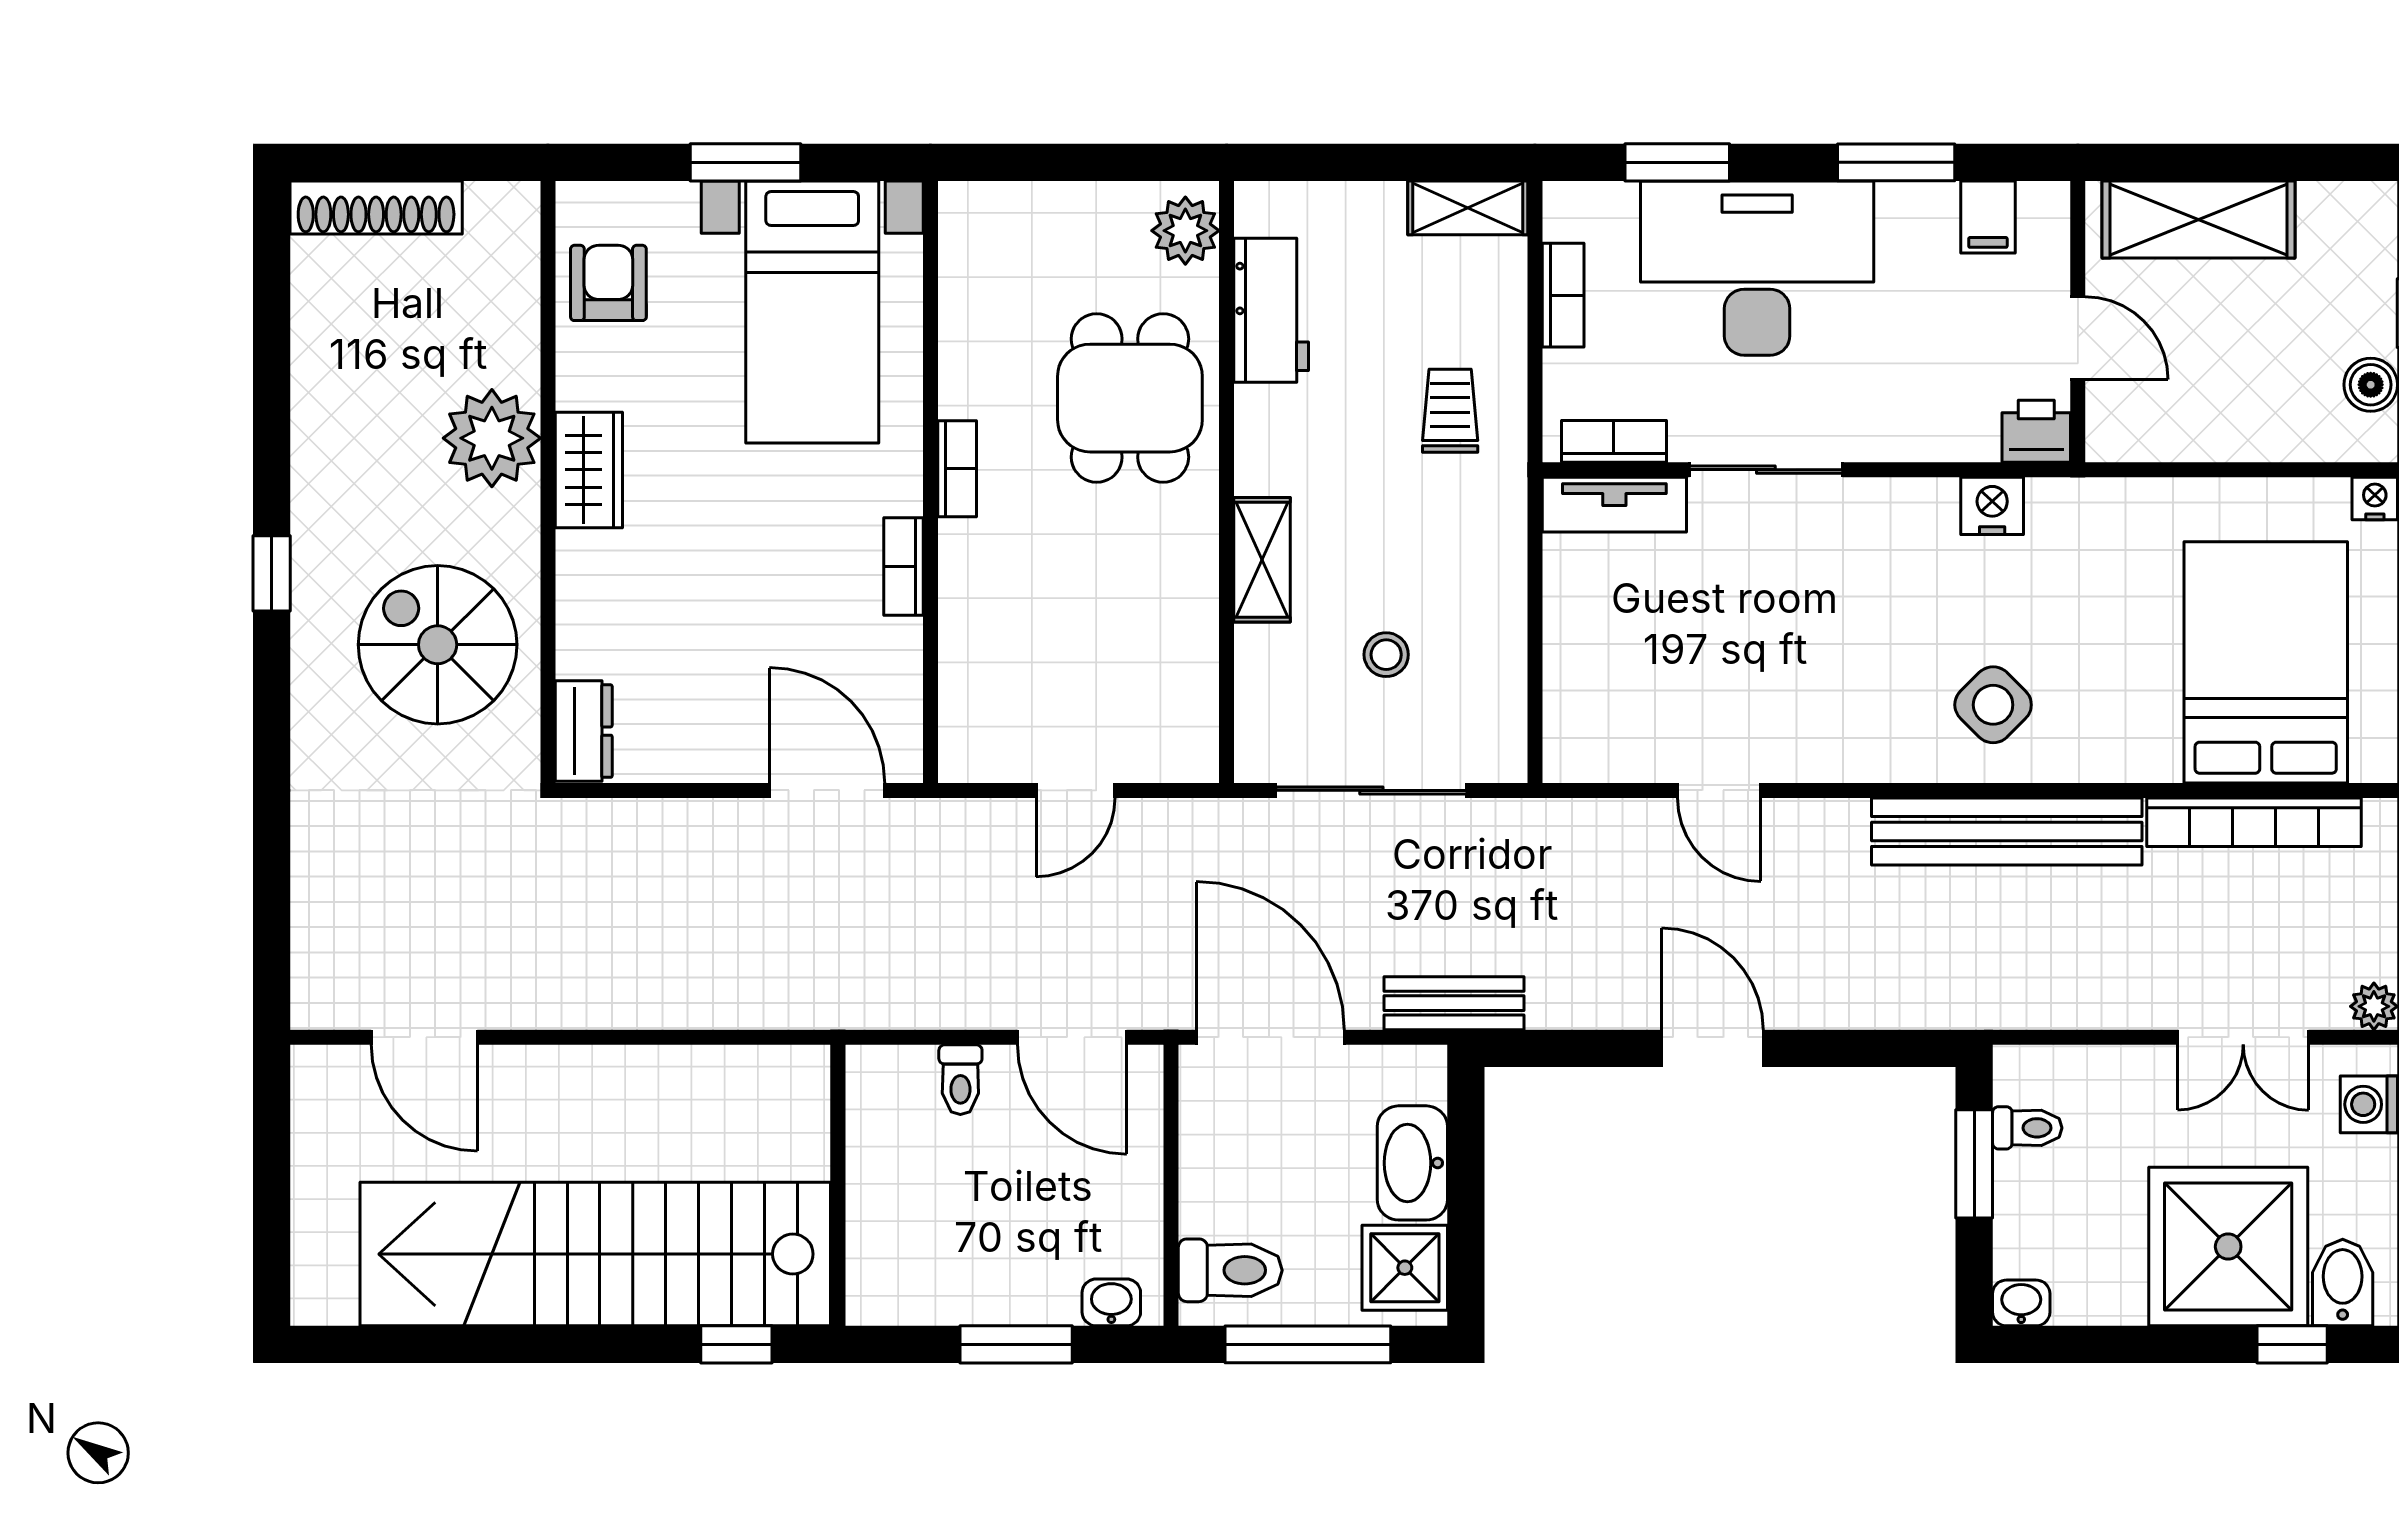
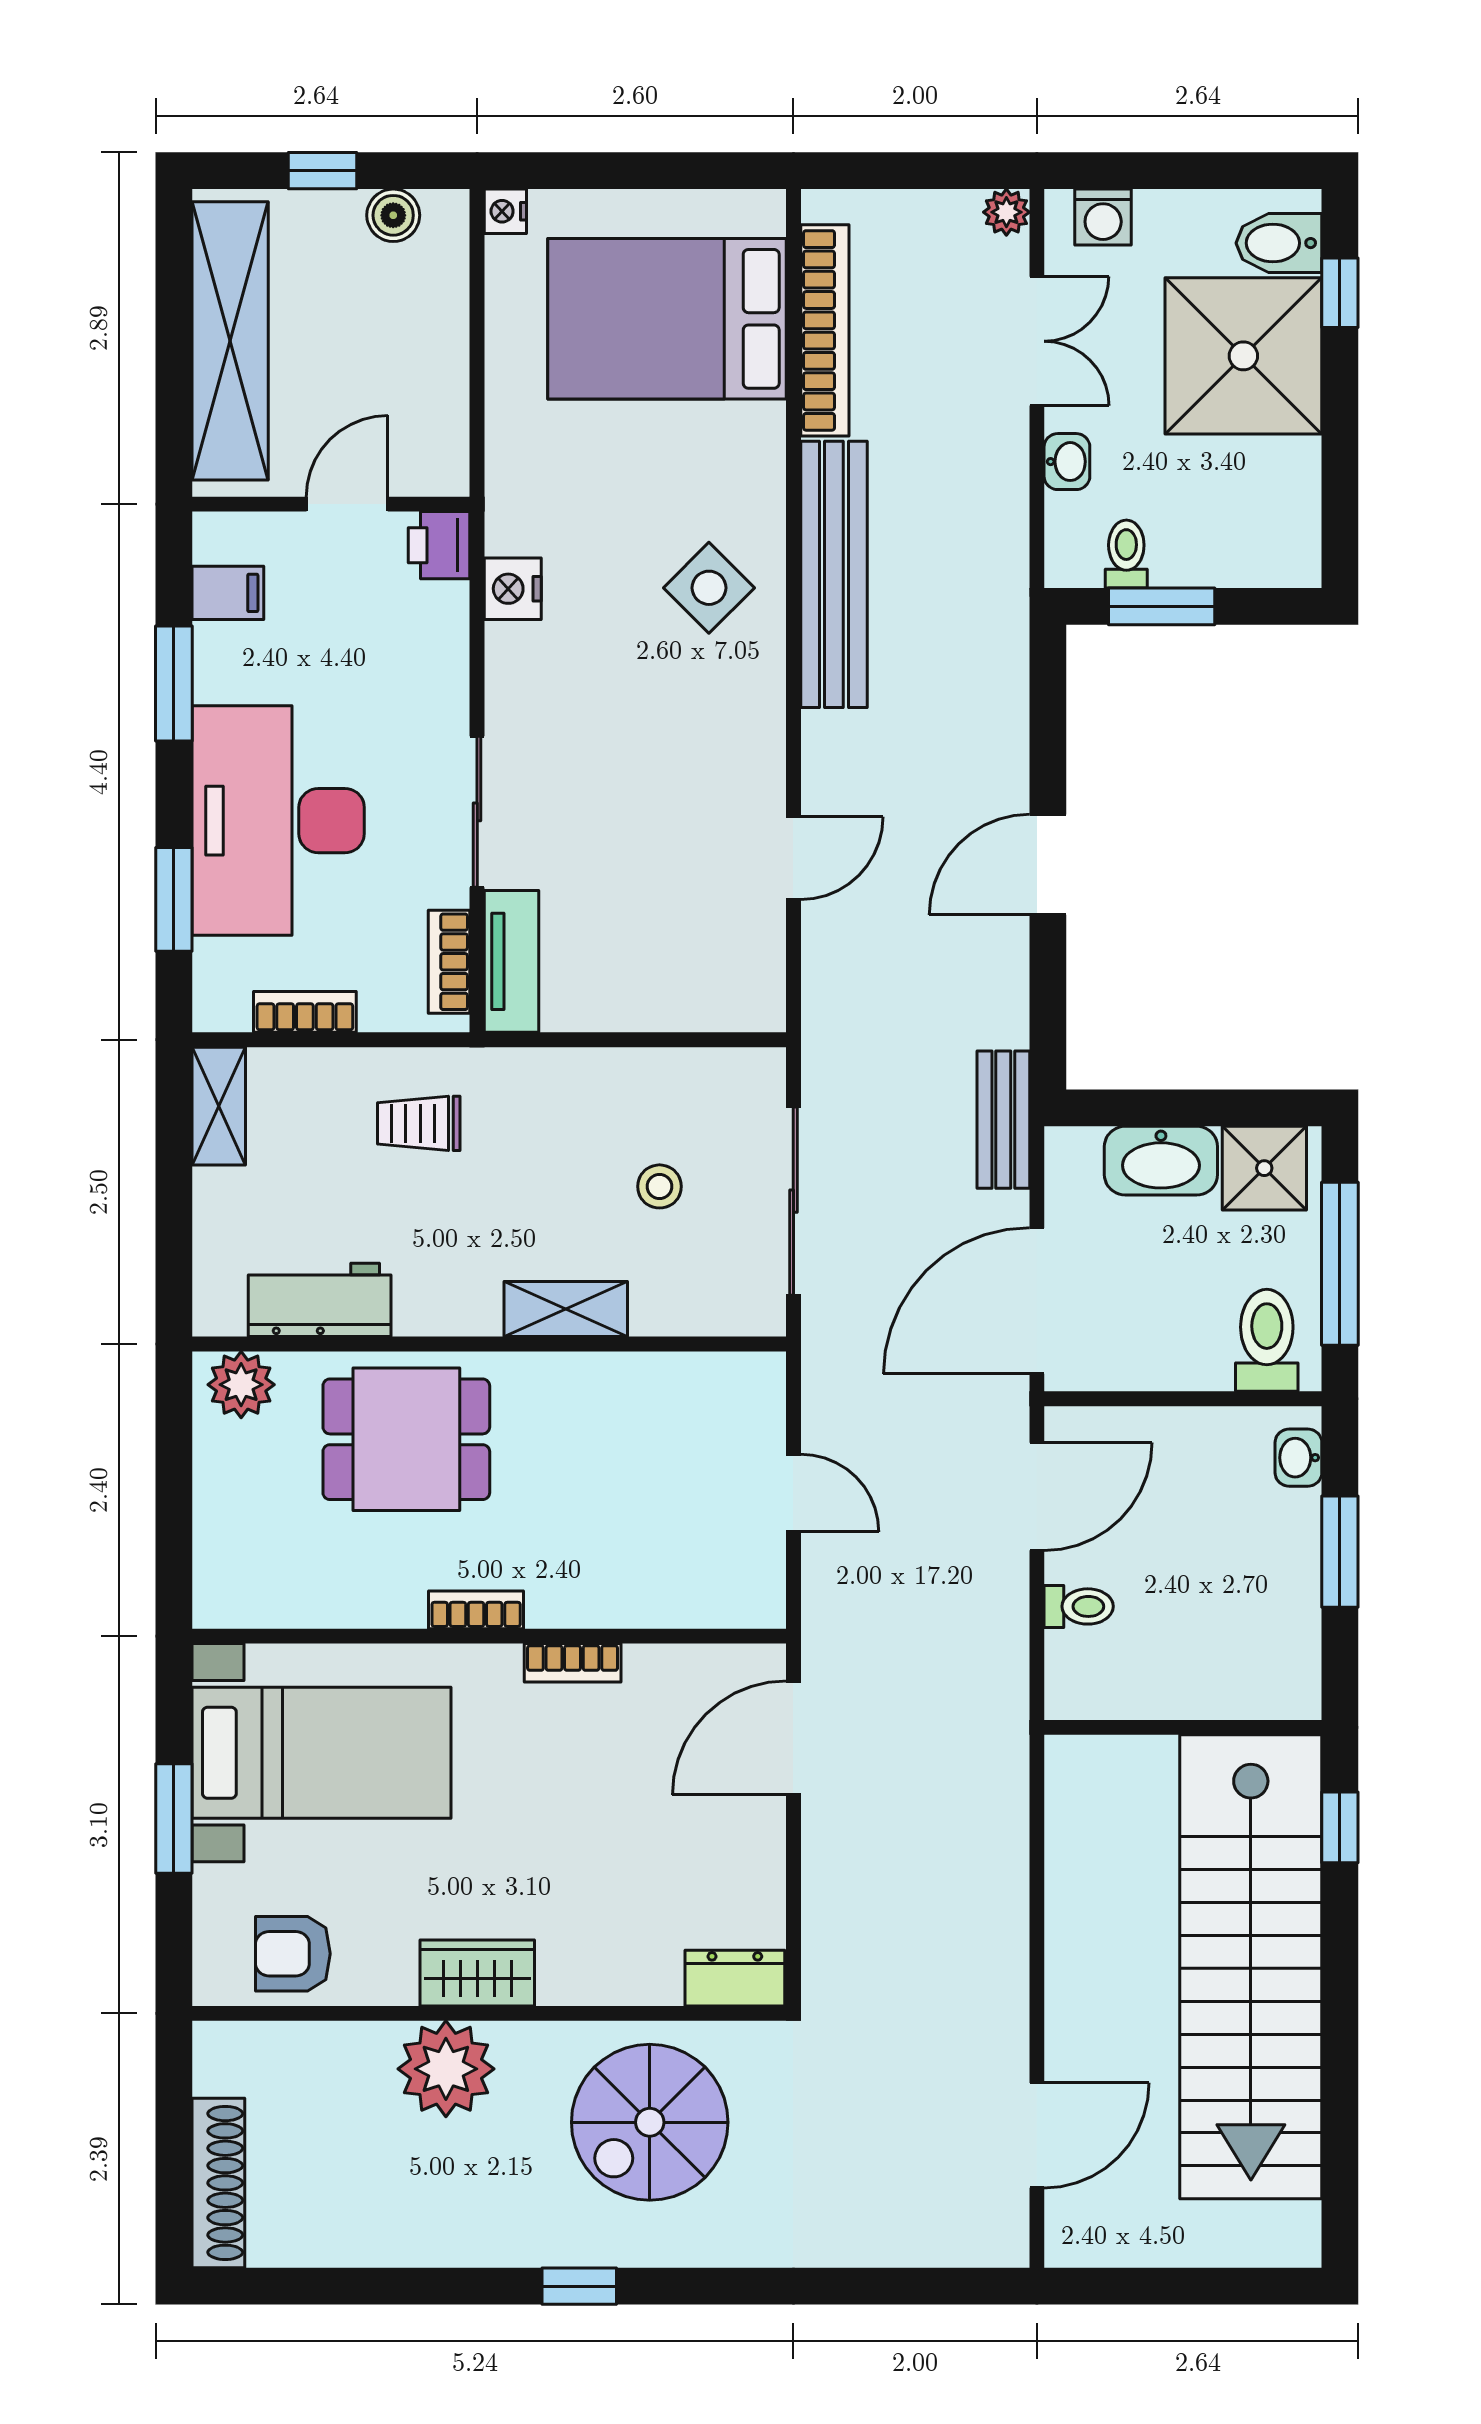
shelving: (2198, 220) -> (230, 341), width x1.47
washbasin: (2021, 1303) -> (1067, 462), moved, turned 180

